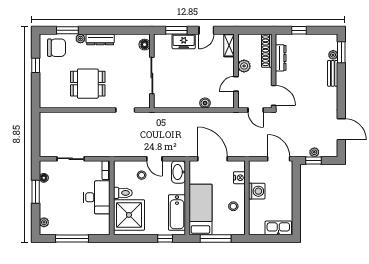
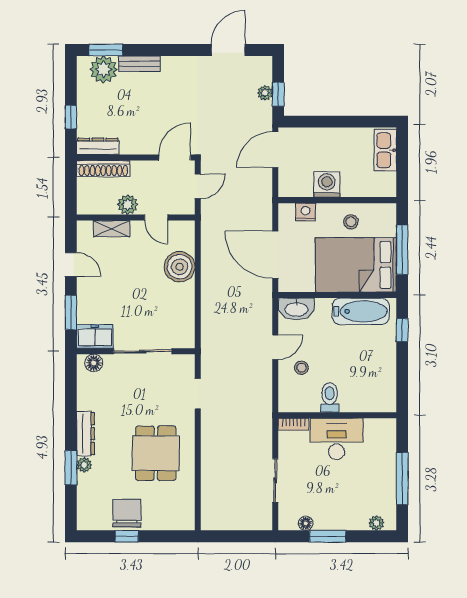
window: (67, 30) -> (71, 468), moved
freezer: (184, 41) -> (95, 336), moved, turned -90
shelving: (229, 45) -> (112, 229), moved
chair: (57, 48) -> (127, 513), moved
plant: (333, 55) -> (104, 69), width x1.88, depth x1.88
dresser: (281, 58) -> (98, 146), moved
boiler: (205, 103) -> (180, 267), width x1.86, depth x1.86
door: (213, 159) -> (275, 255), hinge flipped
bed: (200, 209) -> (356, 265), width x1.50
shower: (129, 215) -> (365, 388), removed

